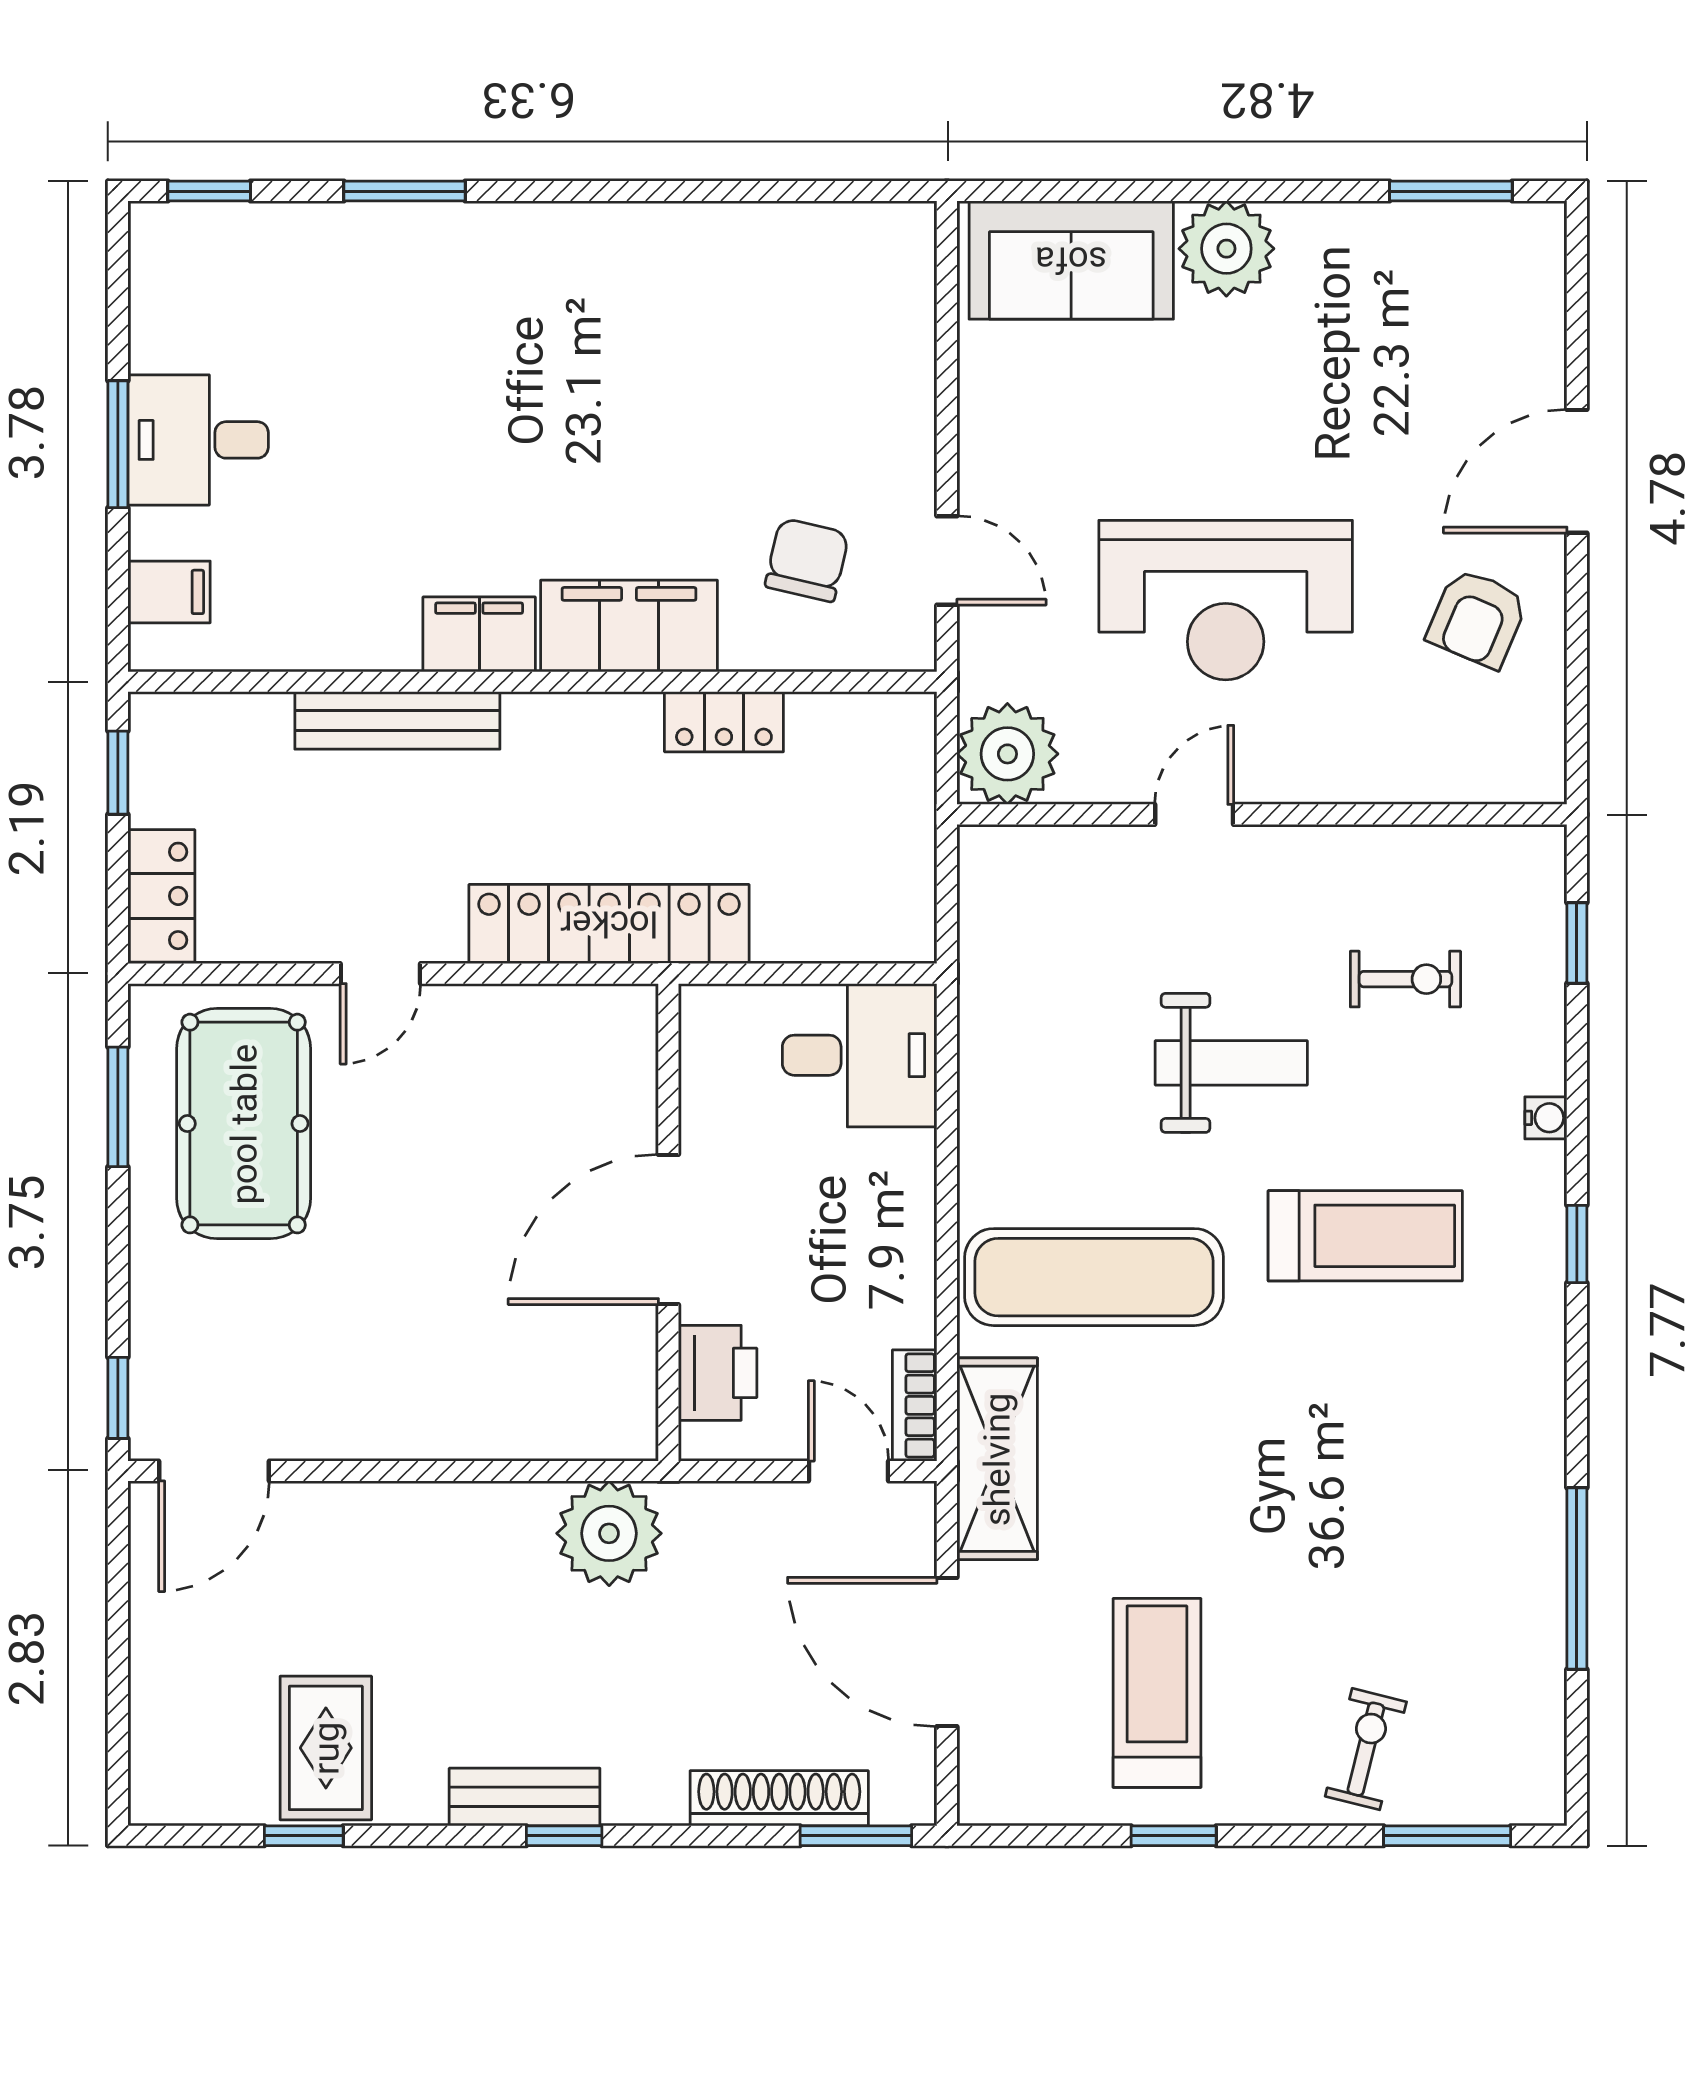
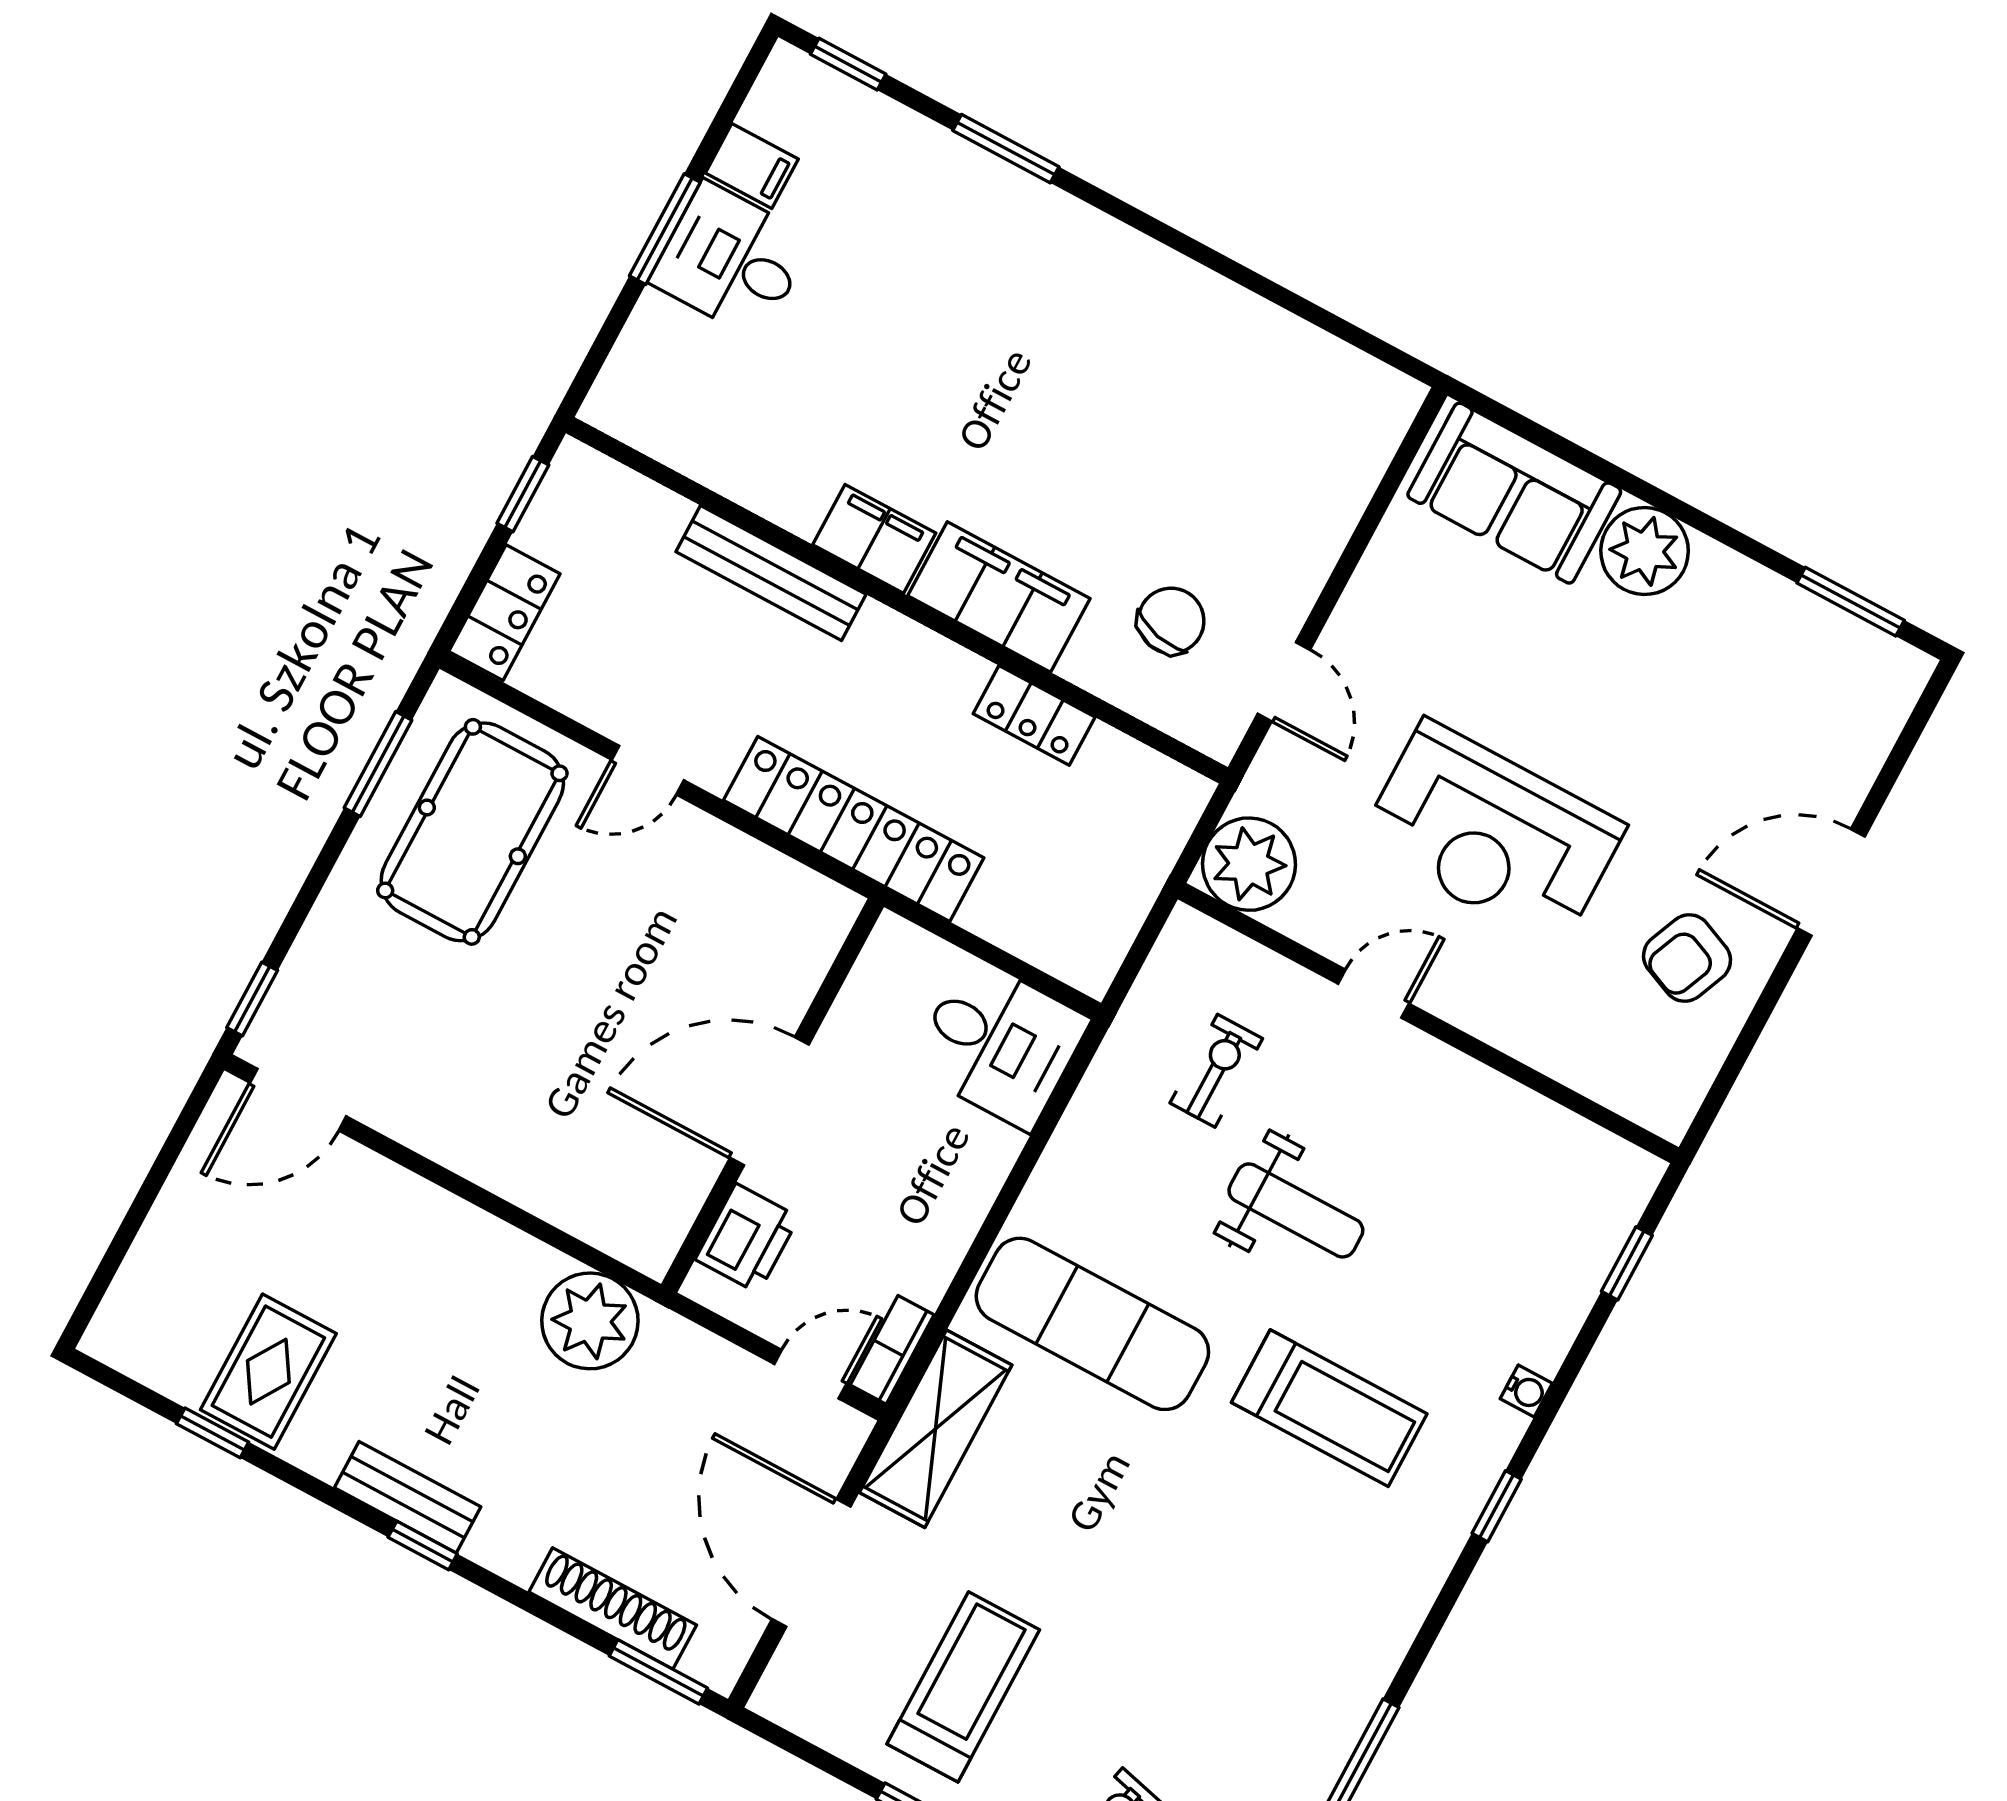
filing cabinet: (169, 592) -> (752, 166), moved
exercise bike: (1405, 979) -> (1216, 1071), moved, turned -90
door: (849, 1471) -> (810, 1374), hinge flipped

